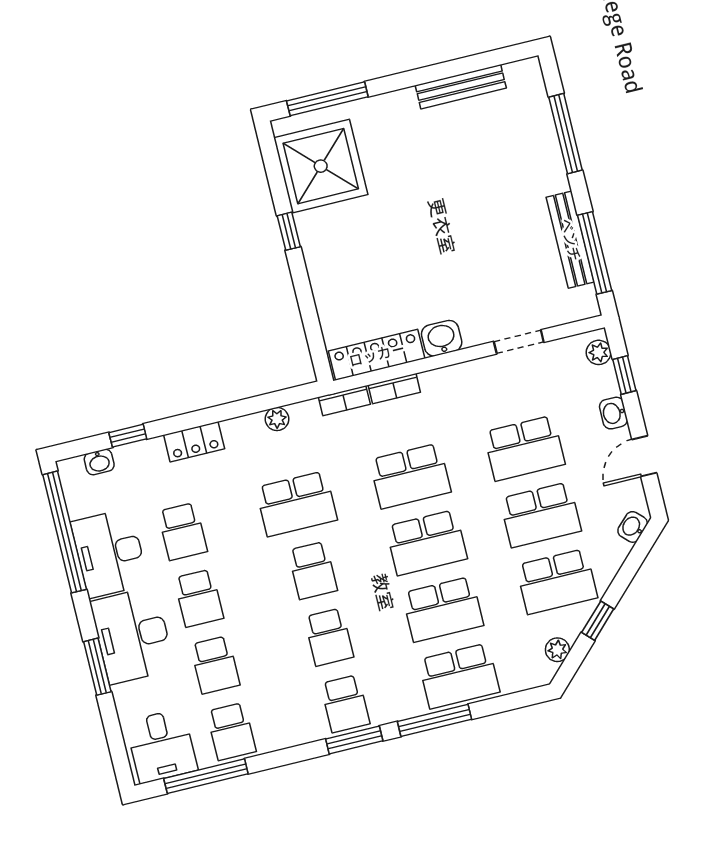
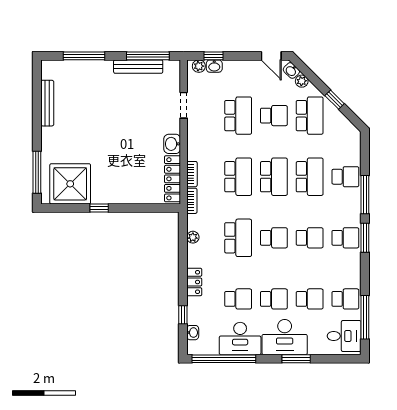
washbasin: (613, 413) -> (214, 66), moved
door: (644, 456) -> (271, 56), moved
school desk: (540, 515) -> (274, 116), width x0.54
plant: (557, 650) -> (302, 81), moved
school desk: (459, 676) -> (345, 177), width x0.54

